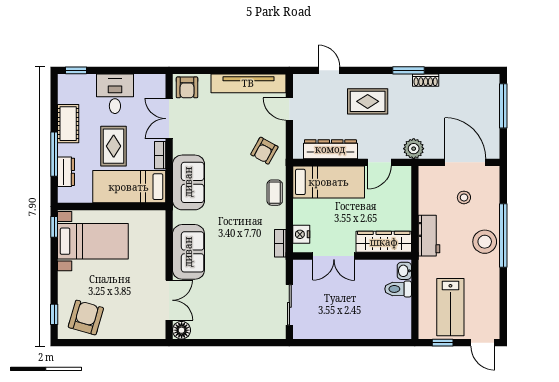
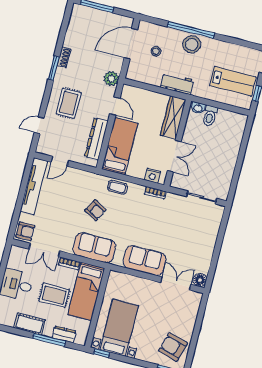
armchair: (264, 151) -> (95, 210), moved

